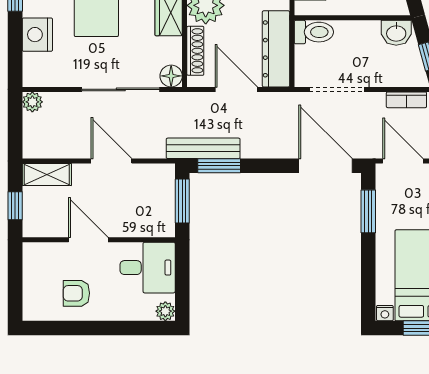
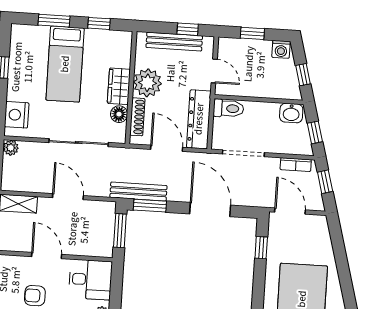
nightstand: (37, 35) -> (17, 115), moved
floor lamp: (171, 76) -> (119, 114), moved
door: (325, 166) -> (210, 209), moved
window: (368, 211) -> (261, 248), width x0.67

